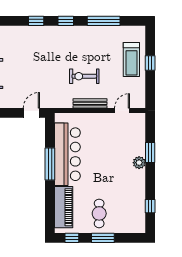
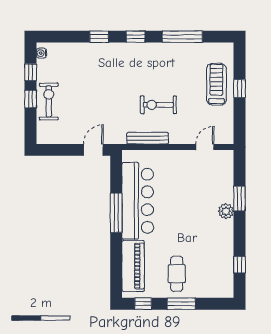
treadmill: (131, 60) -> (216, 84), turned 180
bench: (90, 103) -> (148, 138), moved

